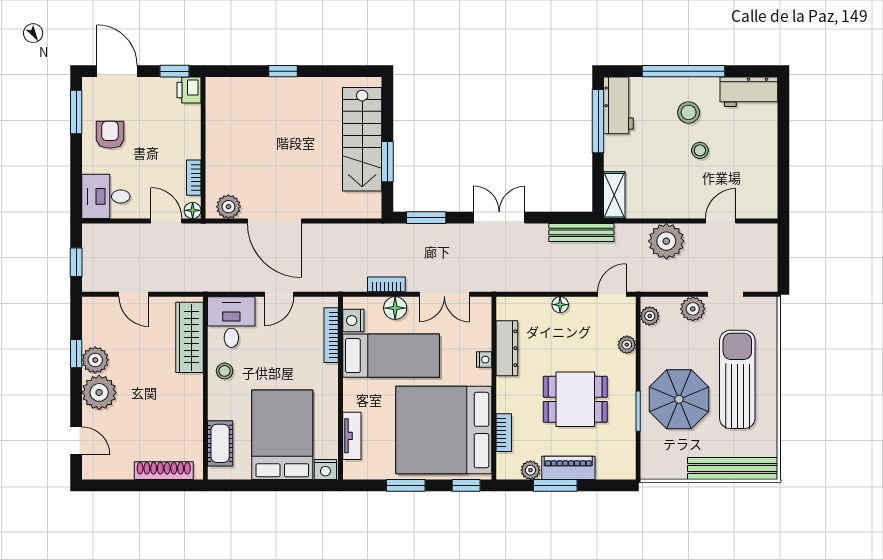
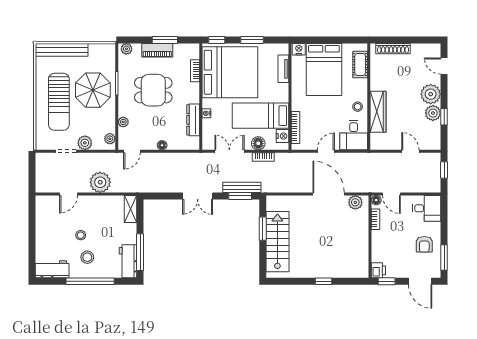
bench: (581, 232) -> (242, 187), moved
wardrobe: (189, 337) -> (378, 112), moved
plant: (530, 470) -> (126, 49), moved

